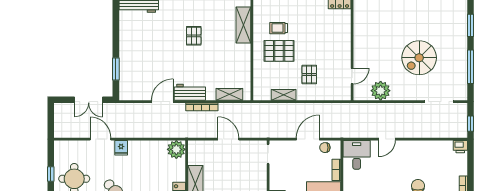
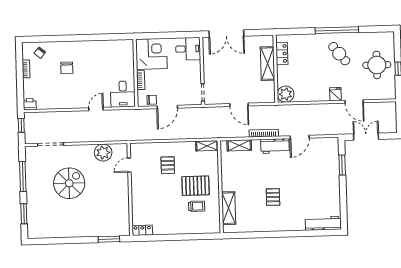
shelving: (284, 95) -> (207, 146), moved

